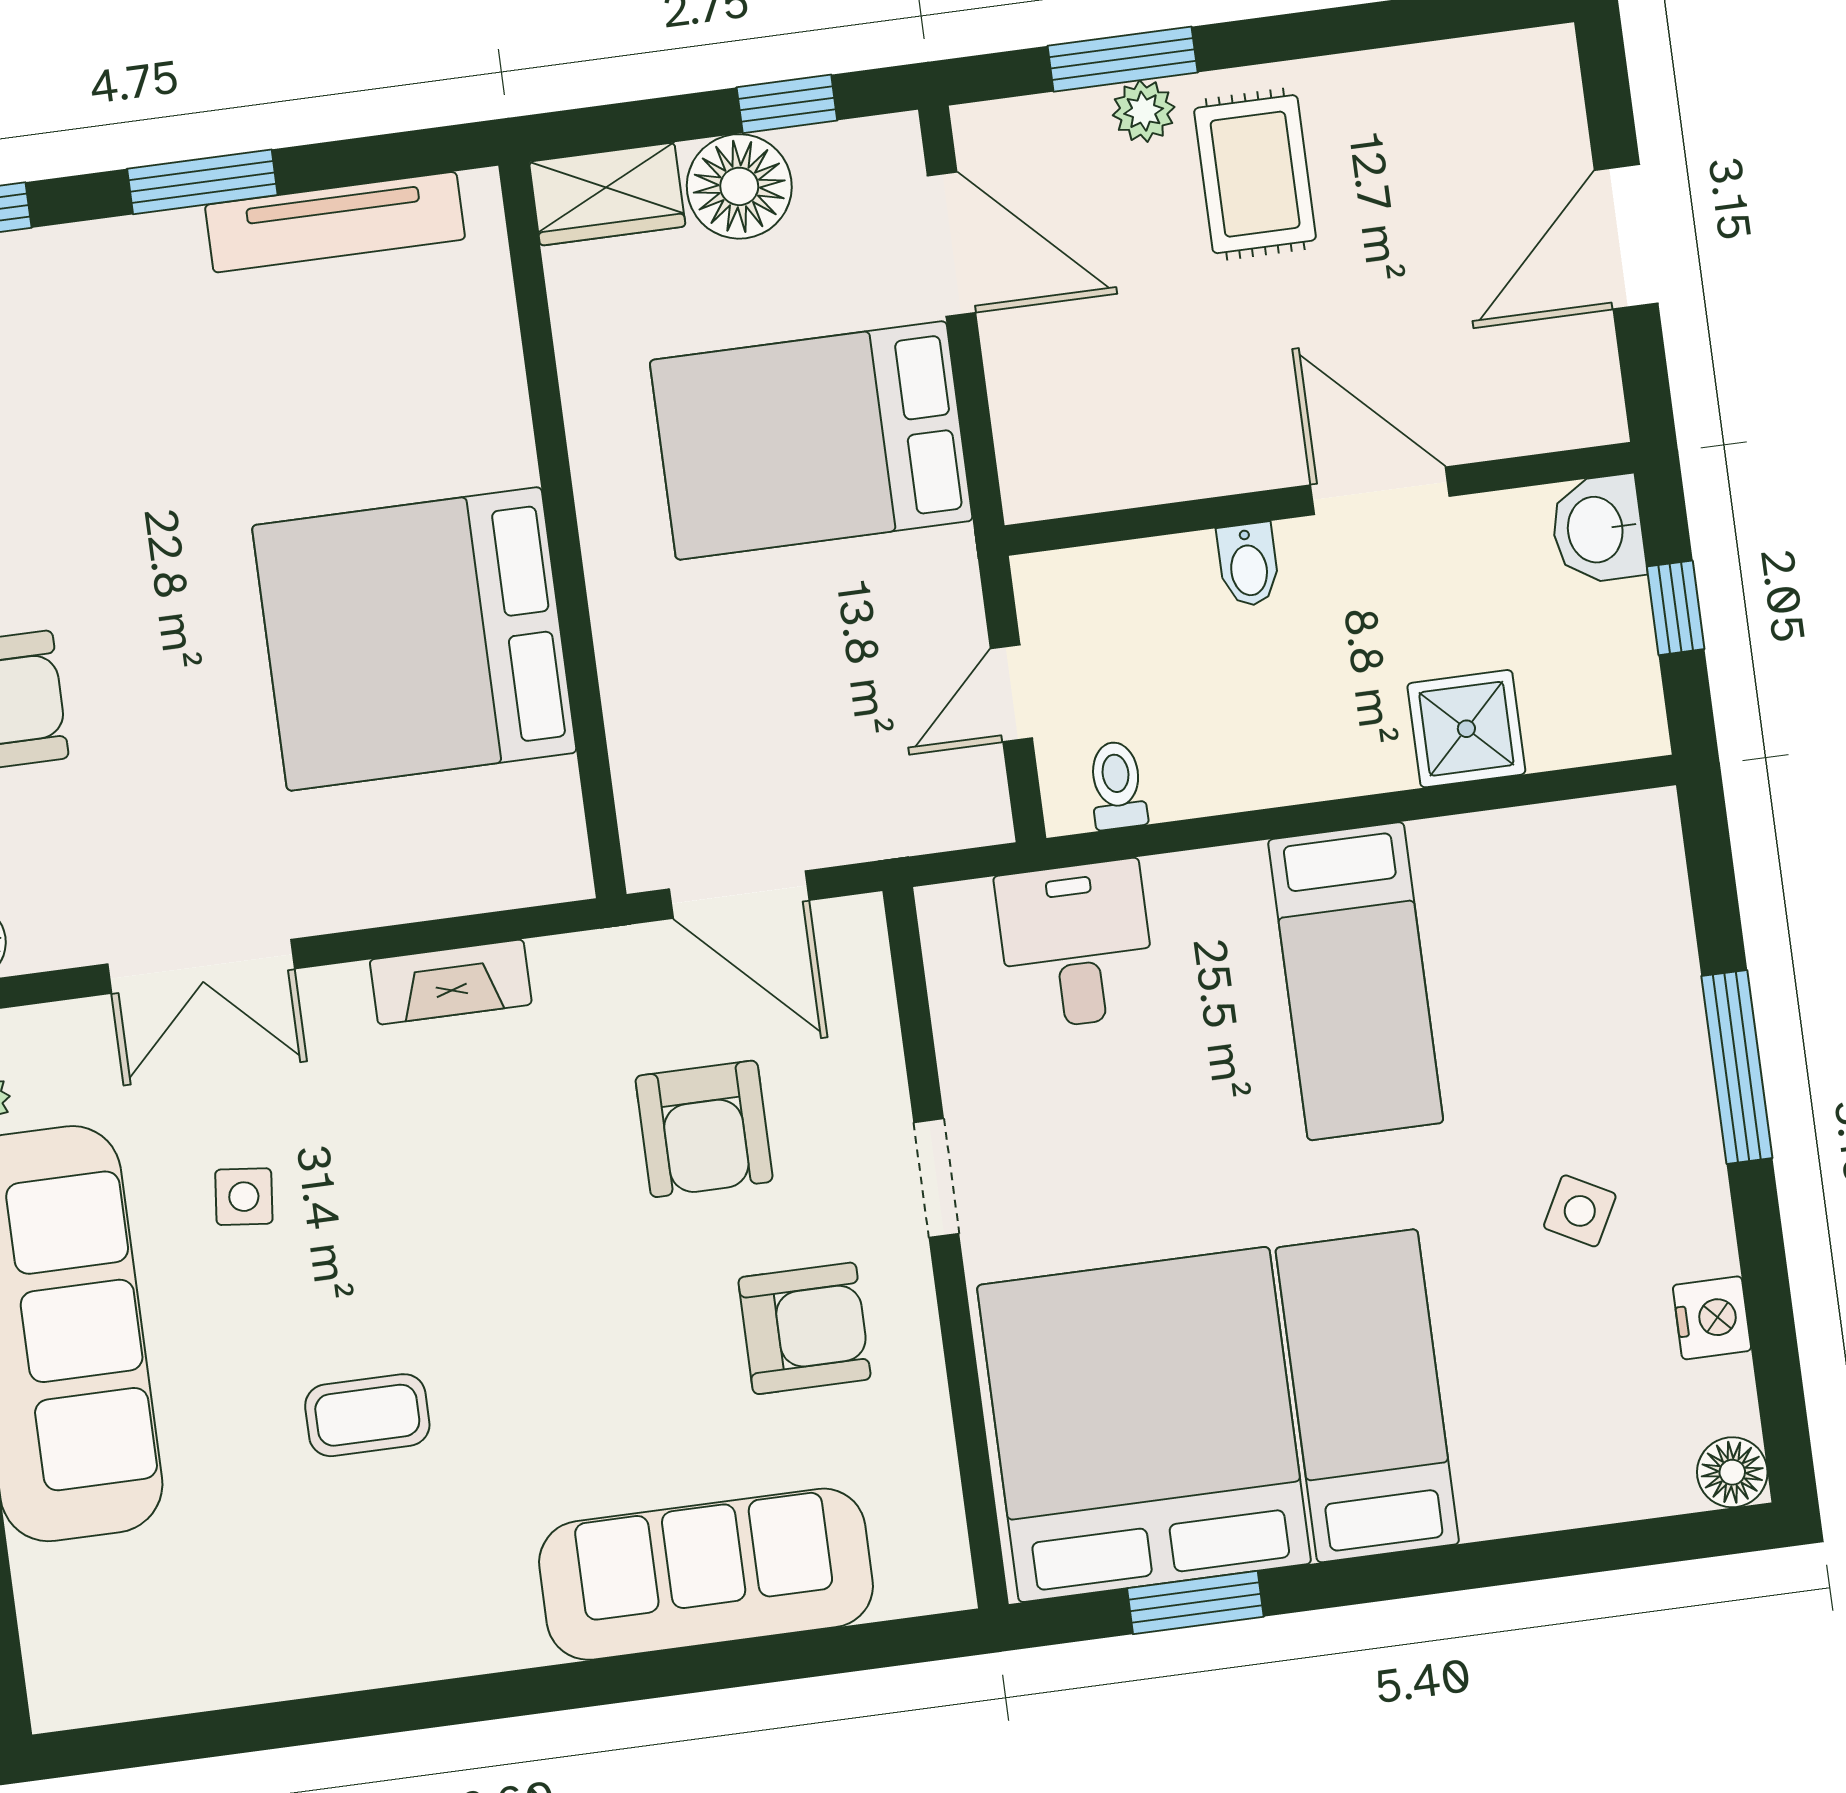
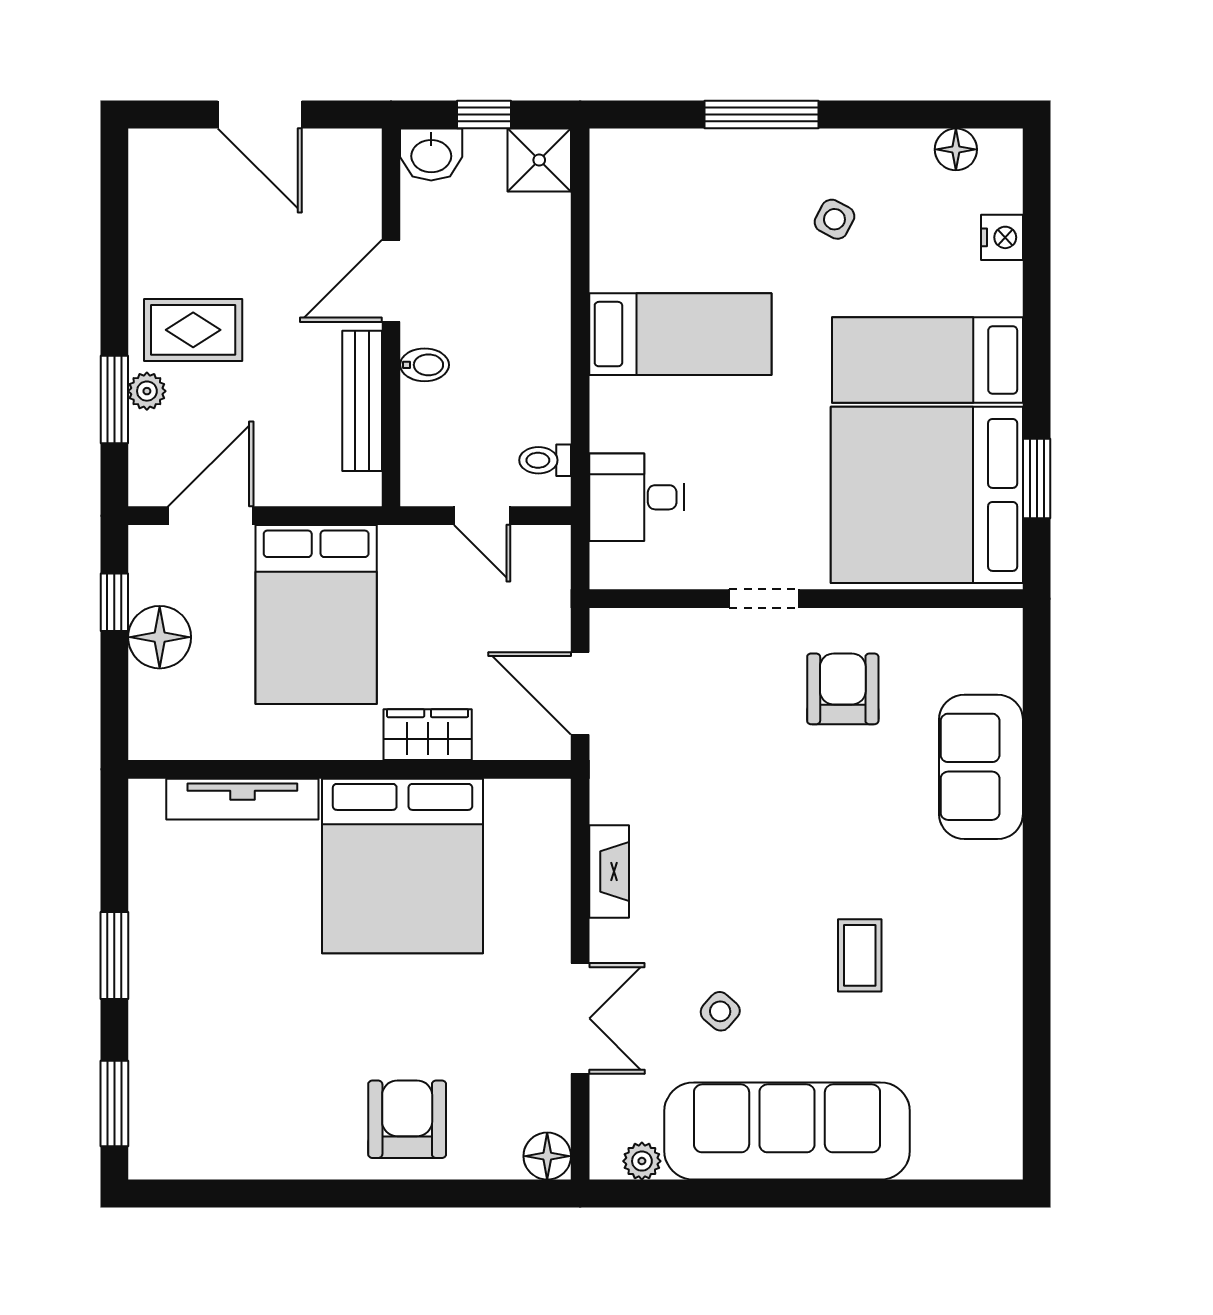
wardrobe: (607, 194) -> (428, 735), moved, turned -90
tv unit: (335, 222) -> (242, 799), moved, turned 90
bench: (1175, 469) -> (362, 401), added
shower: (1466, 729) -> (539, 160), moved
door: (739, 895) -> (580, 693), swing flipped
armchair: (704, 1129) -> (716, 733), removed
side table: (244, 1197) -> (720, 1011), turned 35
nightstand: (1712, 1318) -> (1002, 237), moved, turned 90
floor lamp: (1732, 1472) -> (956, 149), moved
sofa: (706, 1574) -> (981, 767), width x0.73

